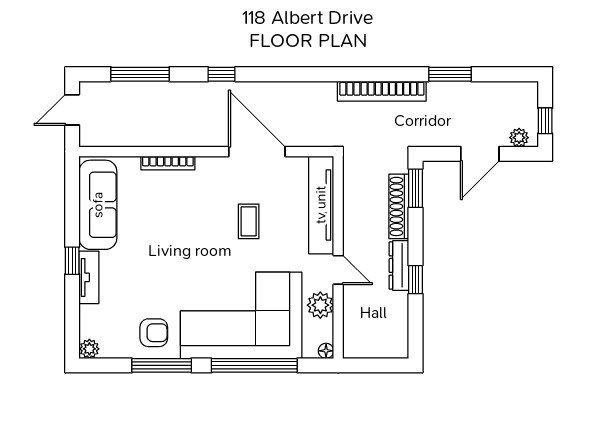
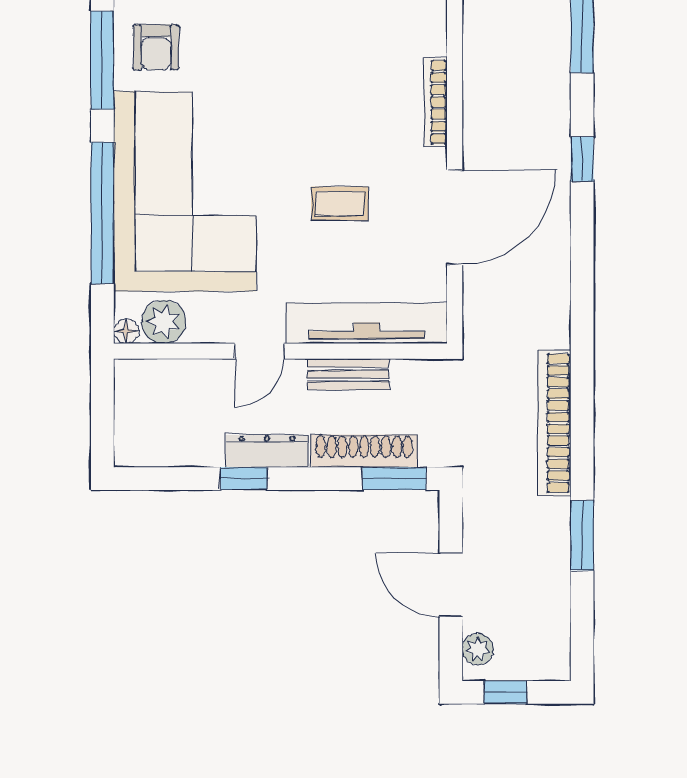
bookcase: (168, 163) -> (436, 102), moved
bench: (352, 216) -> (348, 374), added
plant: (320, 305) -> (164, 322), moved

